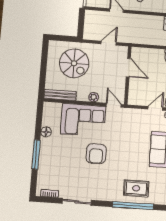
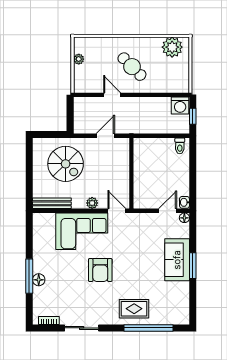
door: (128, 68) -> (131, 164), removed
floor lamp: (46, 132) -> (39, 280), moved
rug: (136, 188) -> (134, 309), moved

